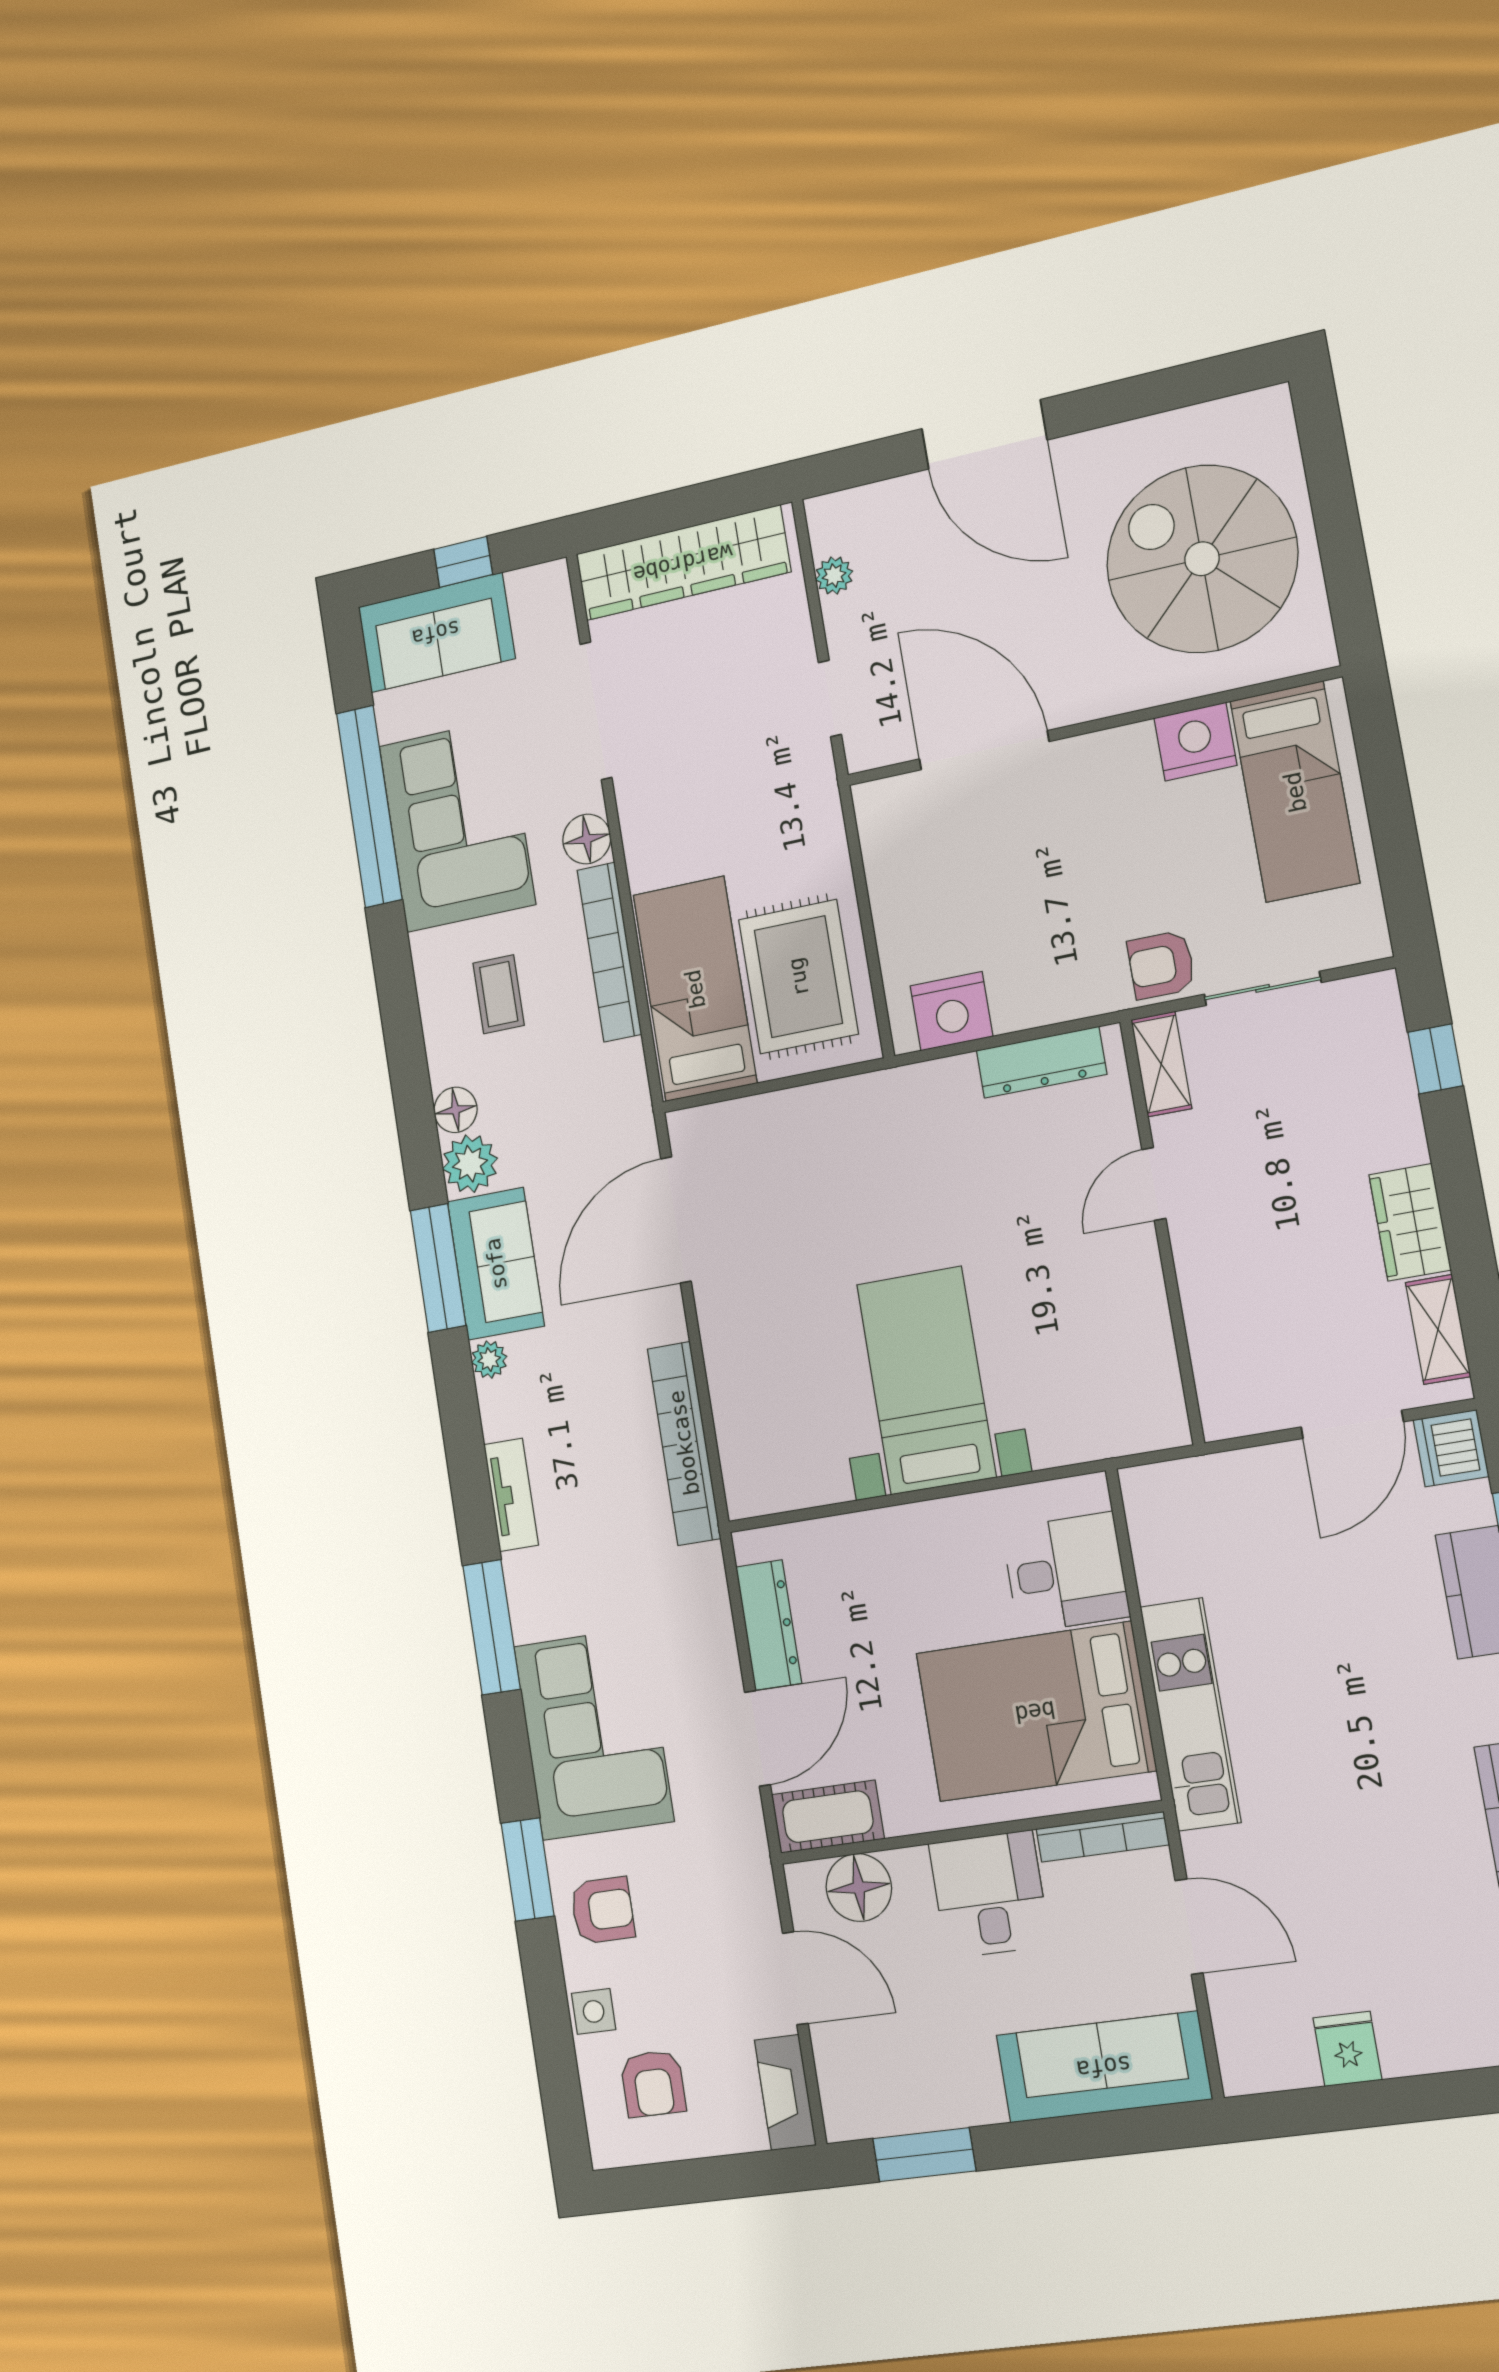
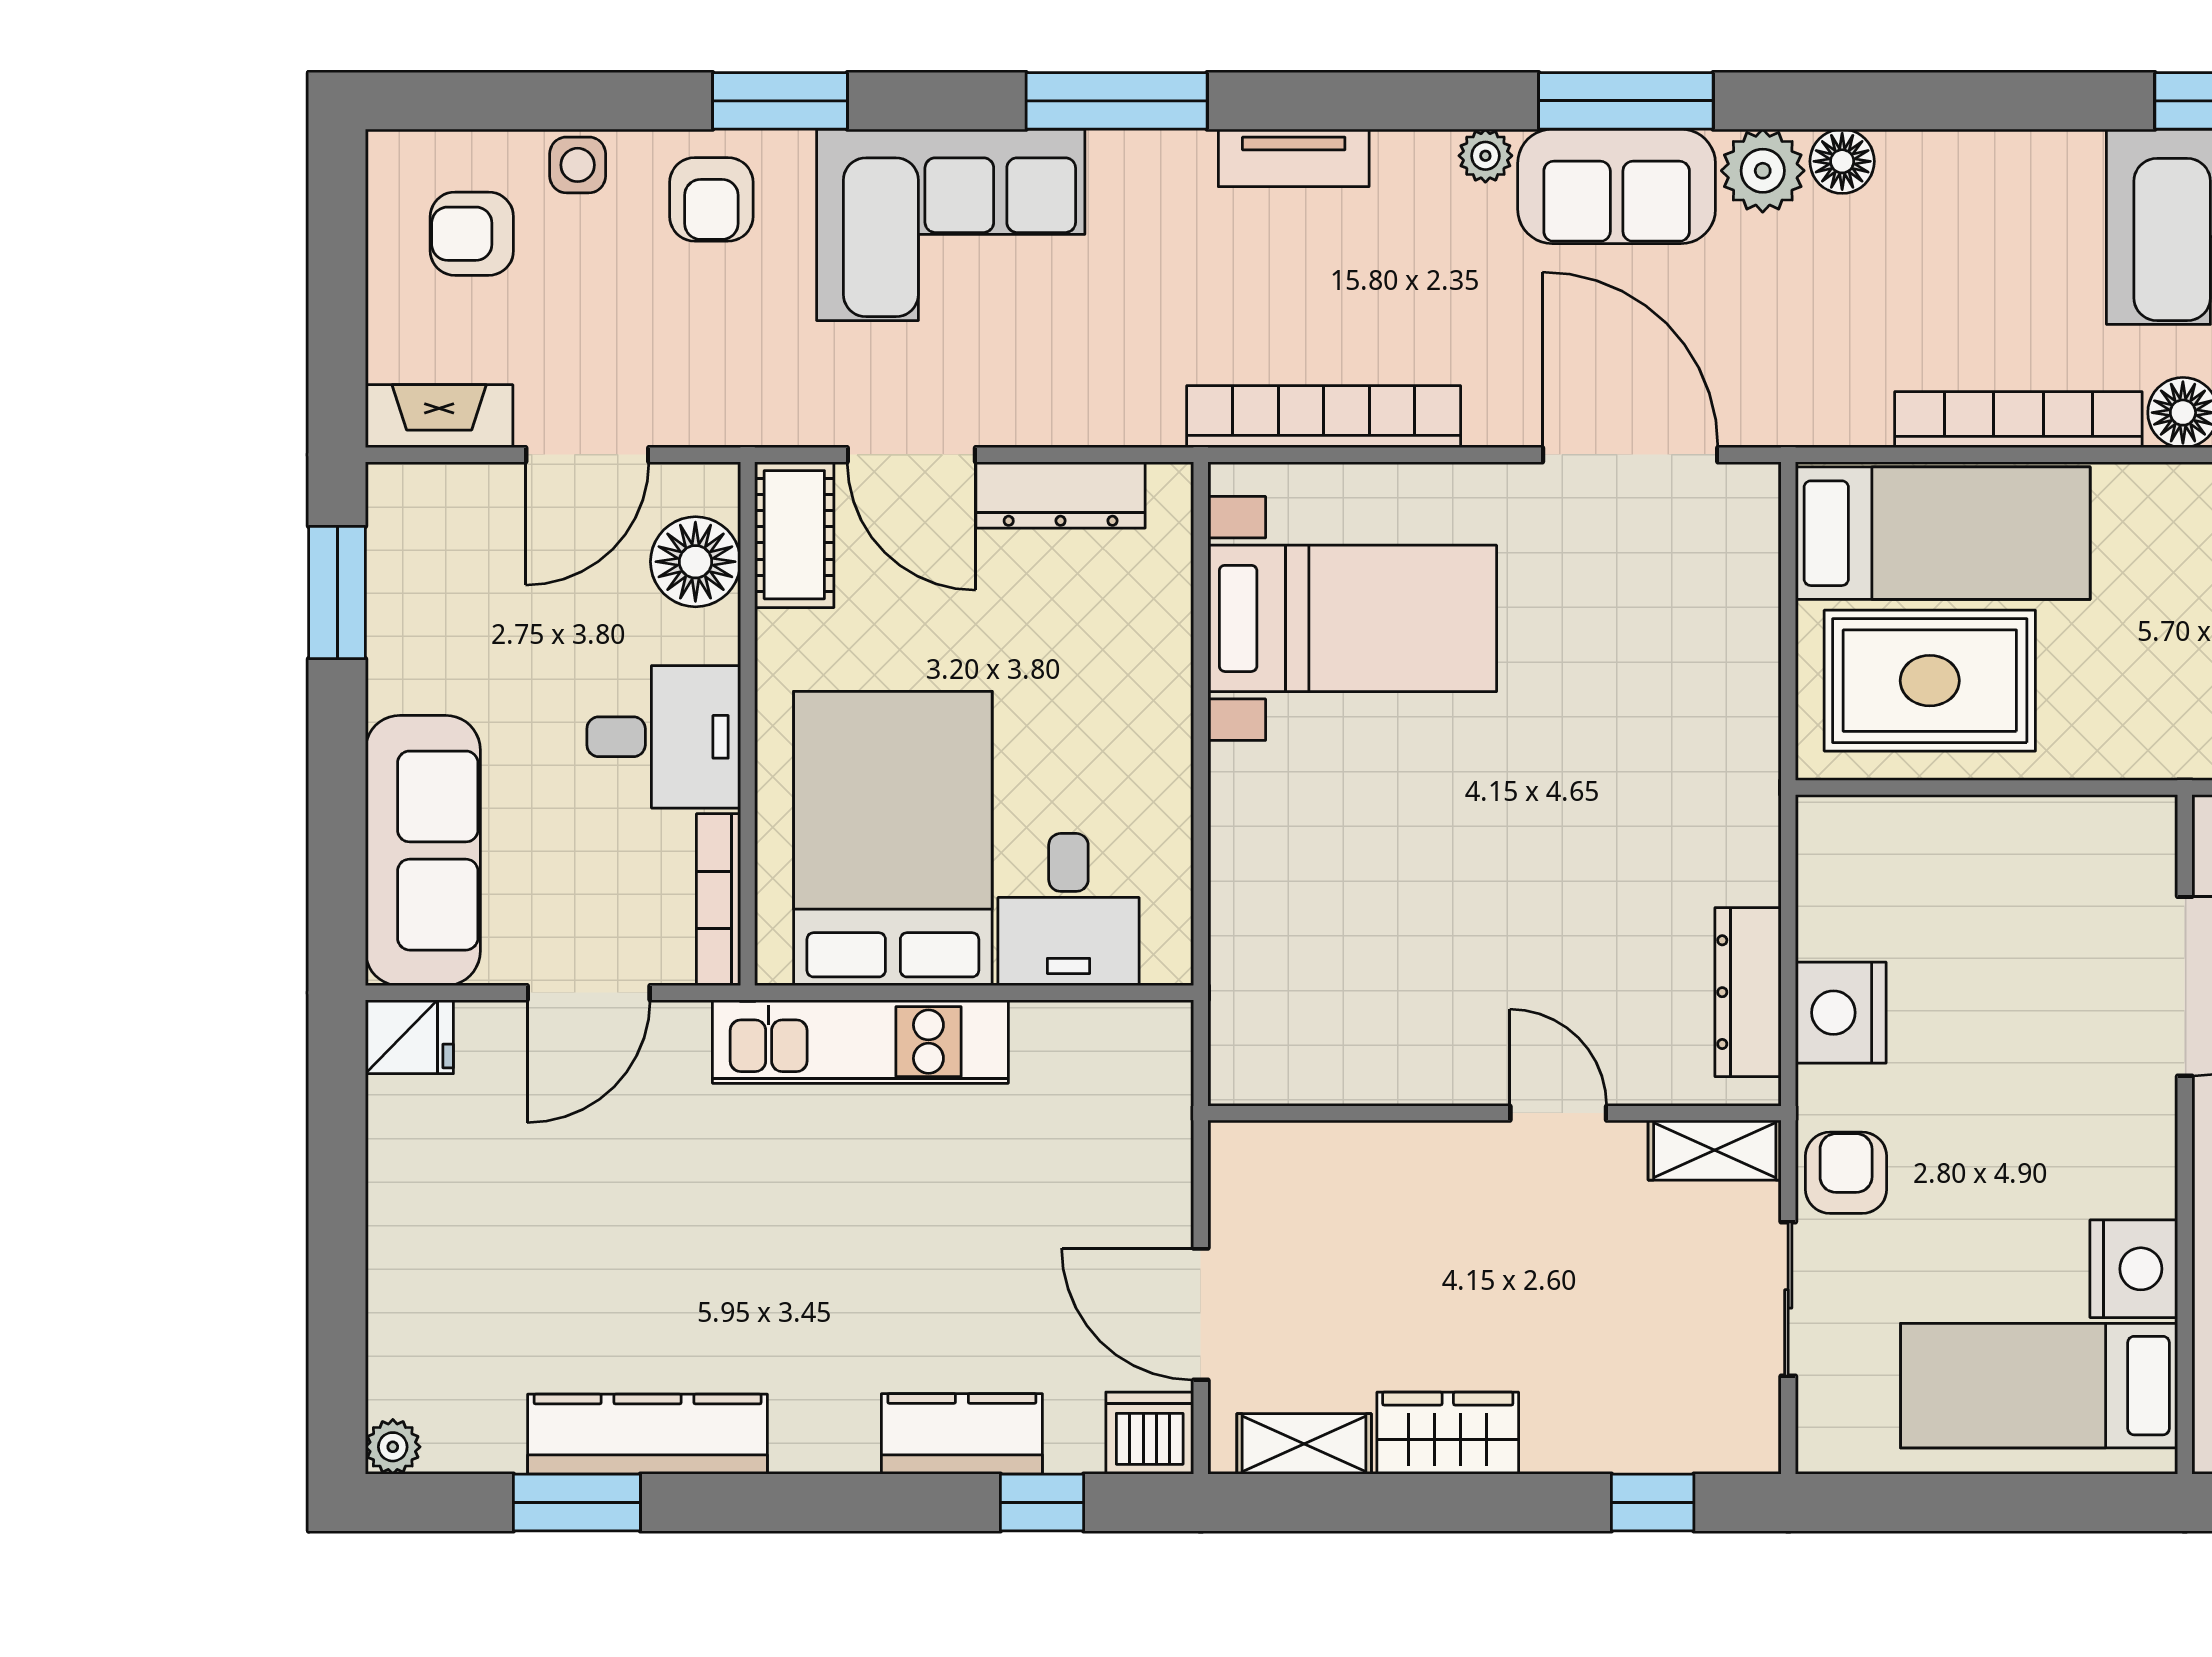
coffee table: (499, 994) -> (1992, 250), removed
nightstand: (951, 1011) -> (1841, 1013), moved
bed with nightstands: (926, 1380) -> (1352, 618), moved
fridge: (1347, 2049) -> (409, 1037), moved

